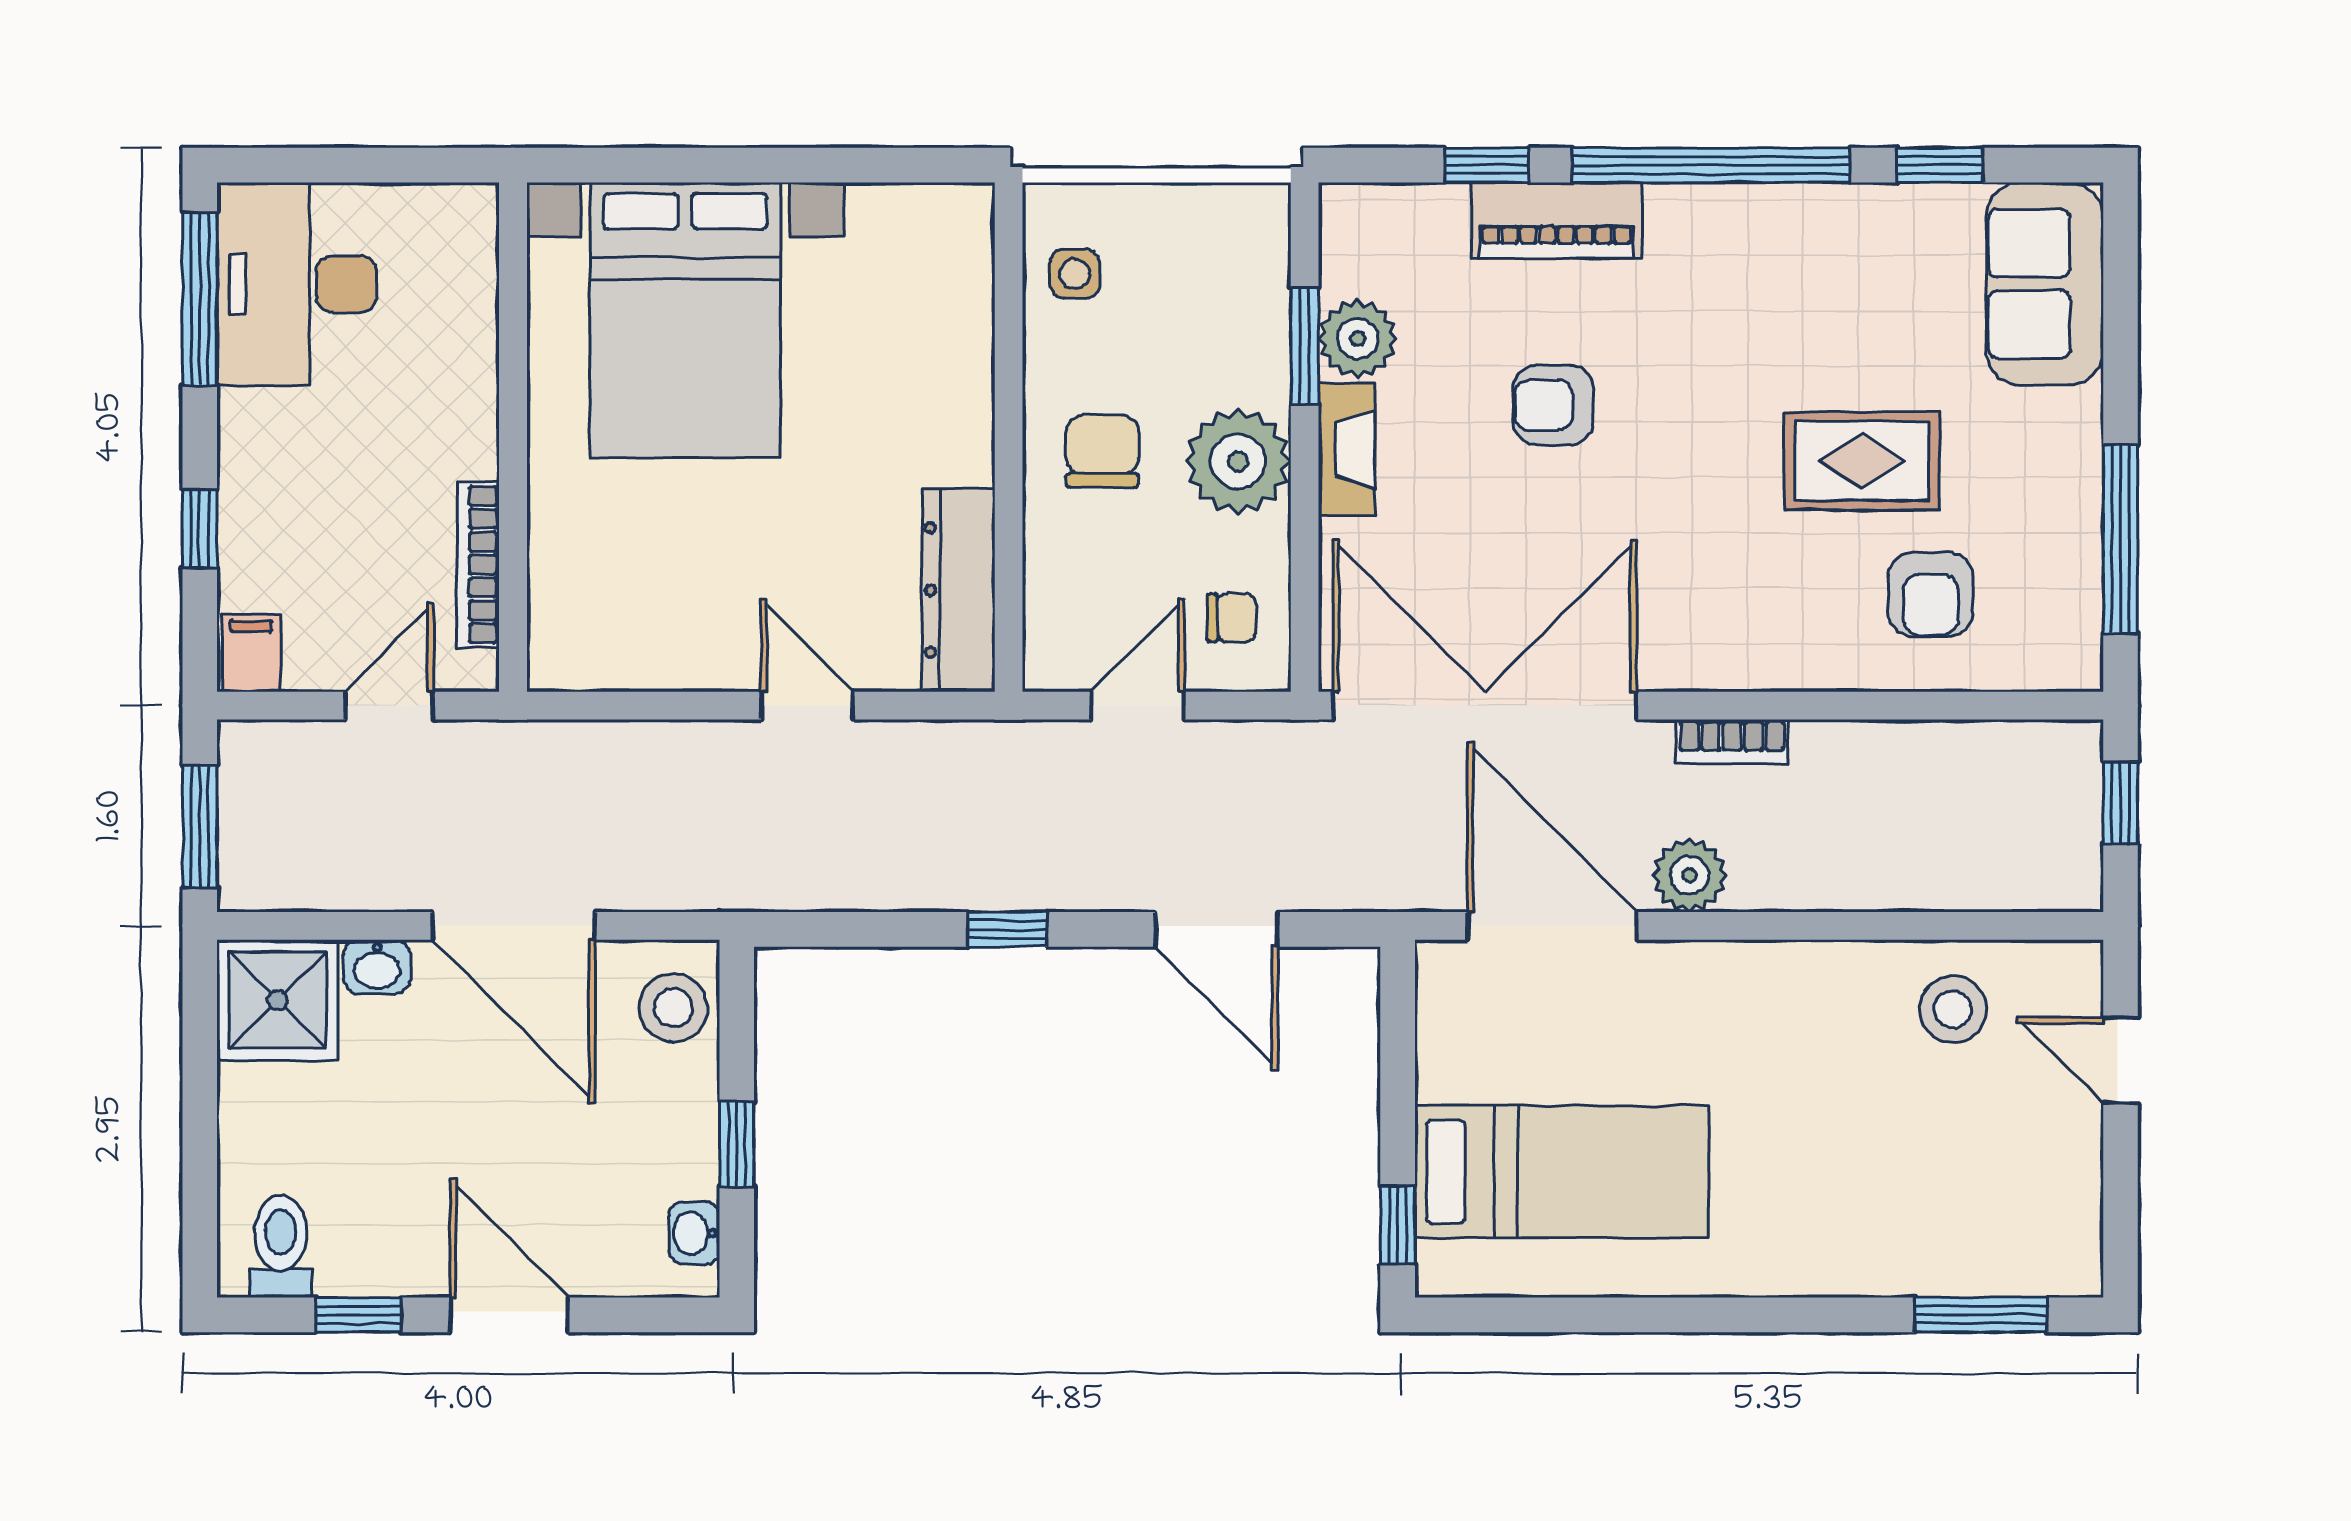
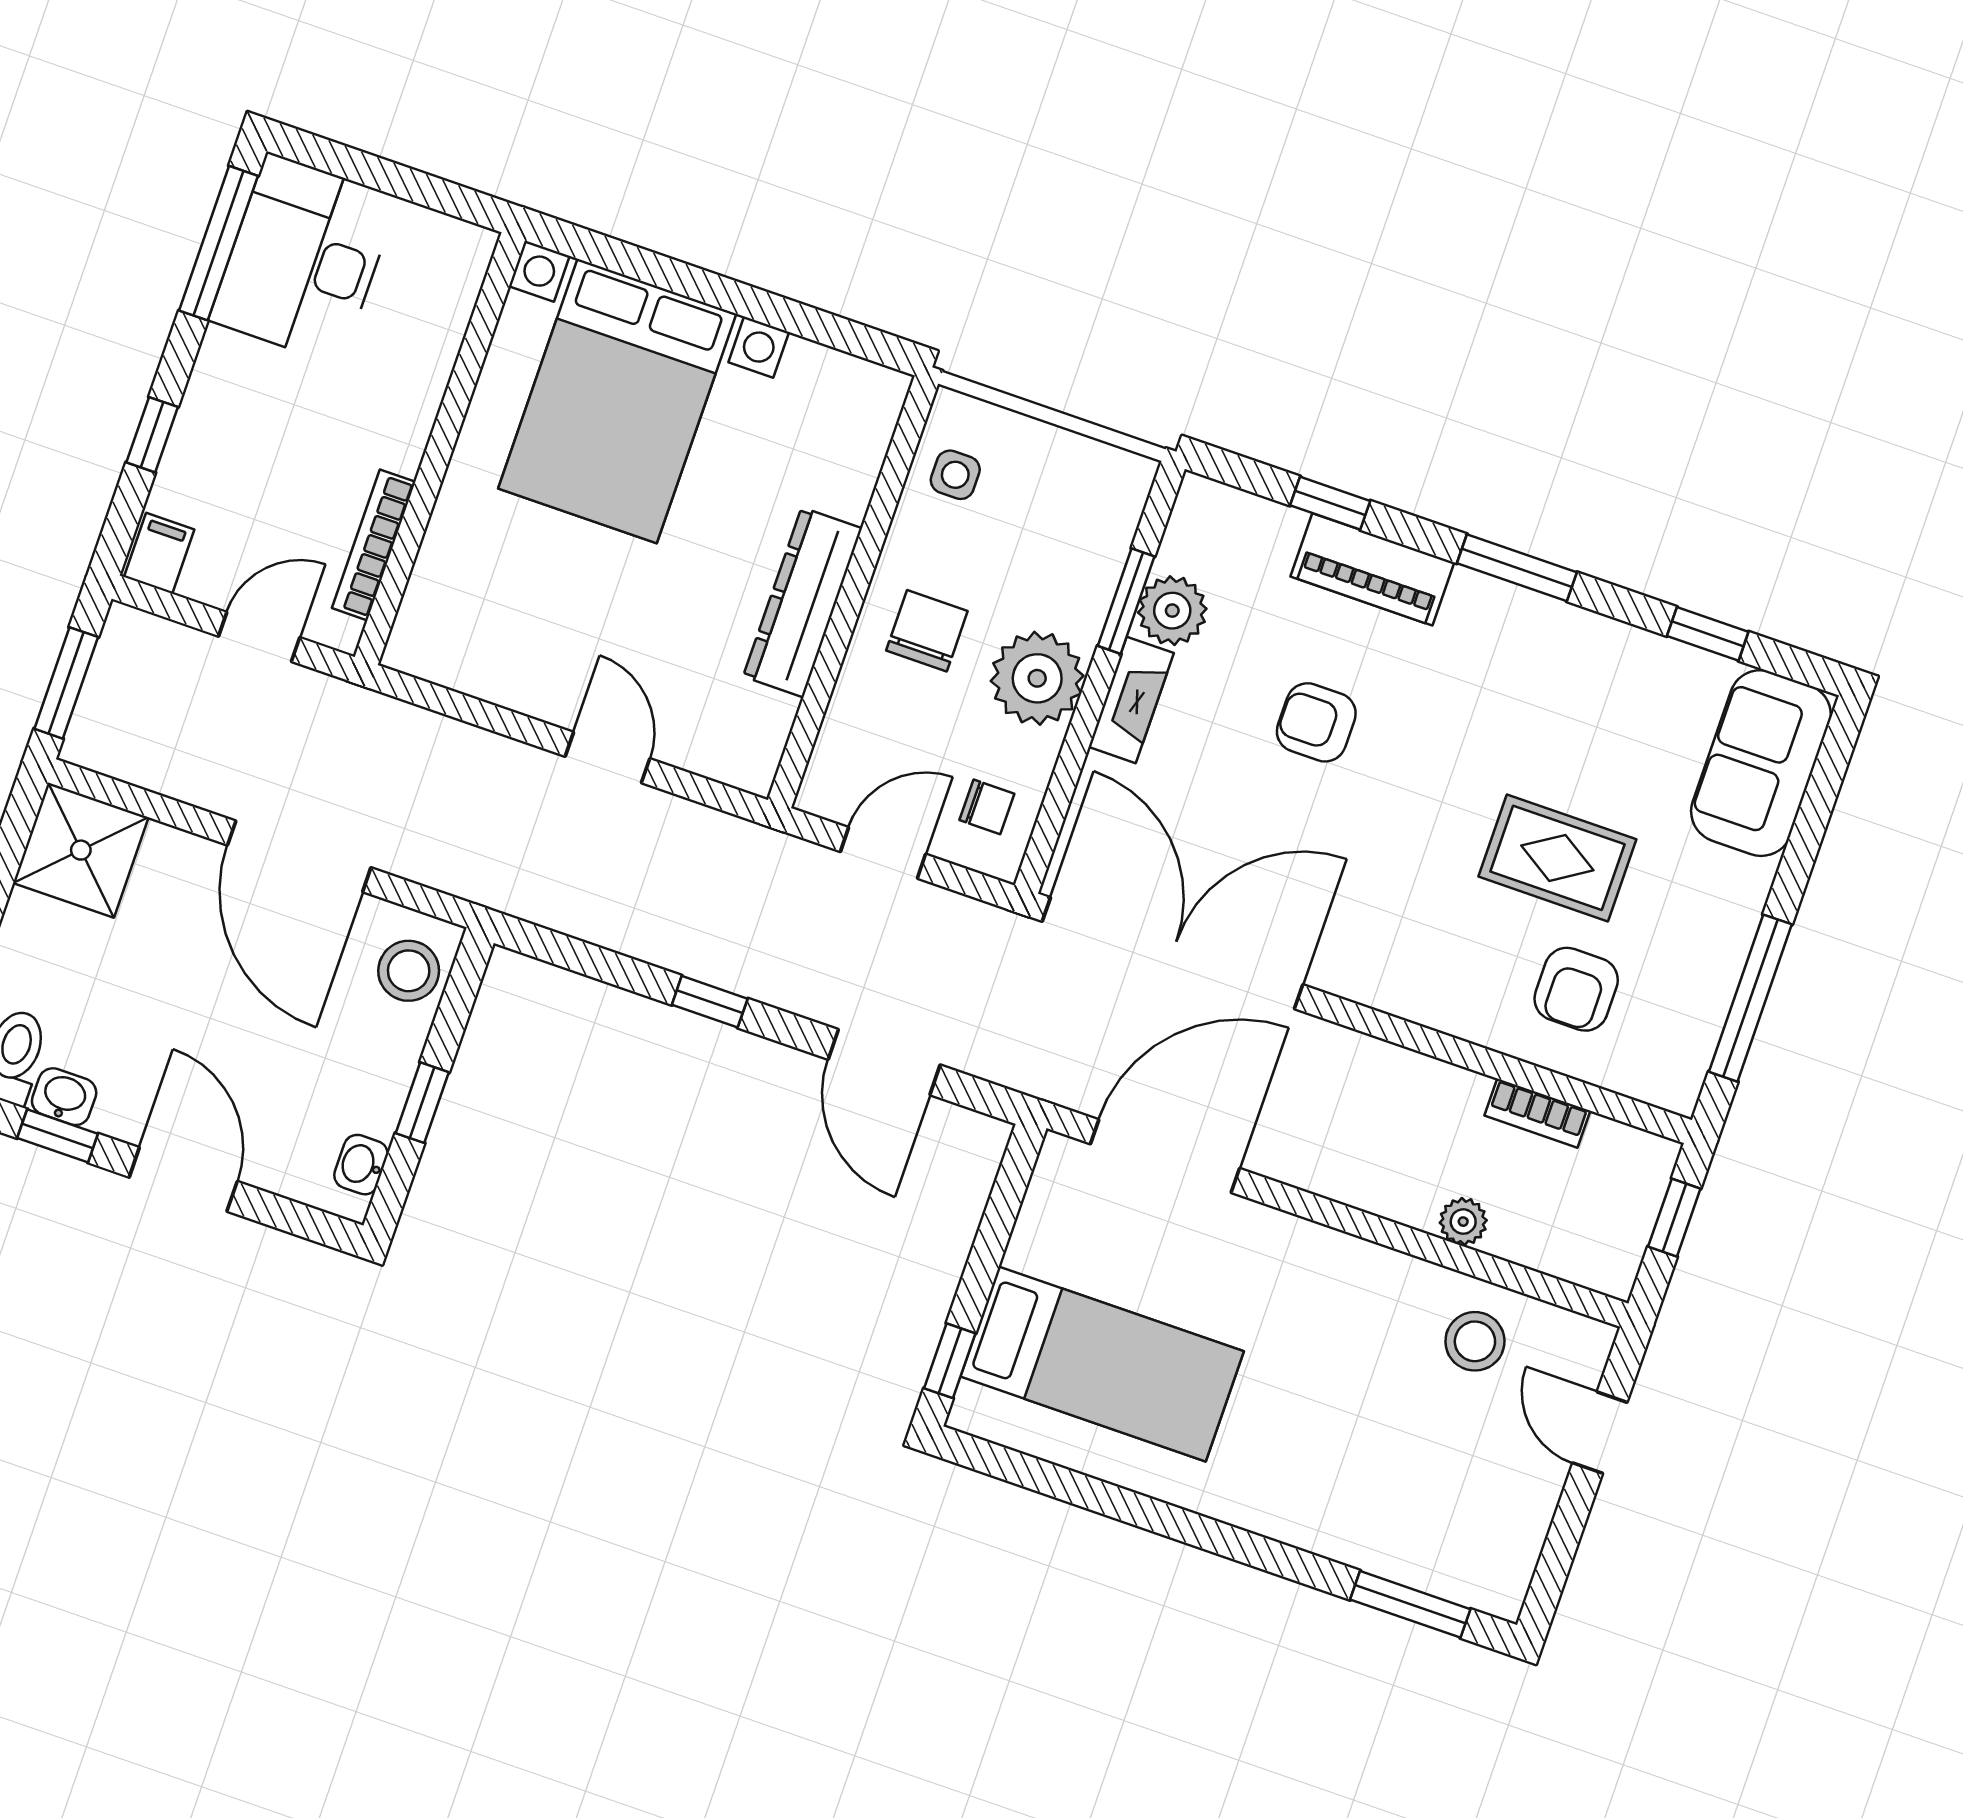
window: (1711, 165) -> (1517, 568), width x0.47
dresser: (959, 590) -> (803, 602), moved
bookcase: (1732, 742) -> (1537, 1113), moved
plant: (1689, 875) -> (1463, 1222), moved, width x0.73, depth x0.73
door: (1552, 926) -> (1165, 1156), hinge flipped
washbasin: (377, 967) -> (64, 1097), moved, turned 180

